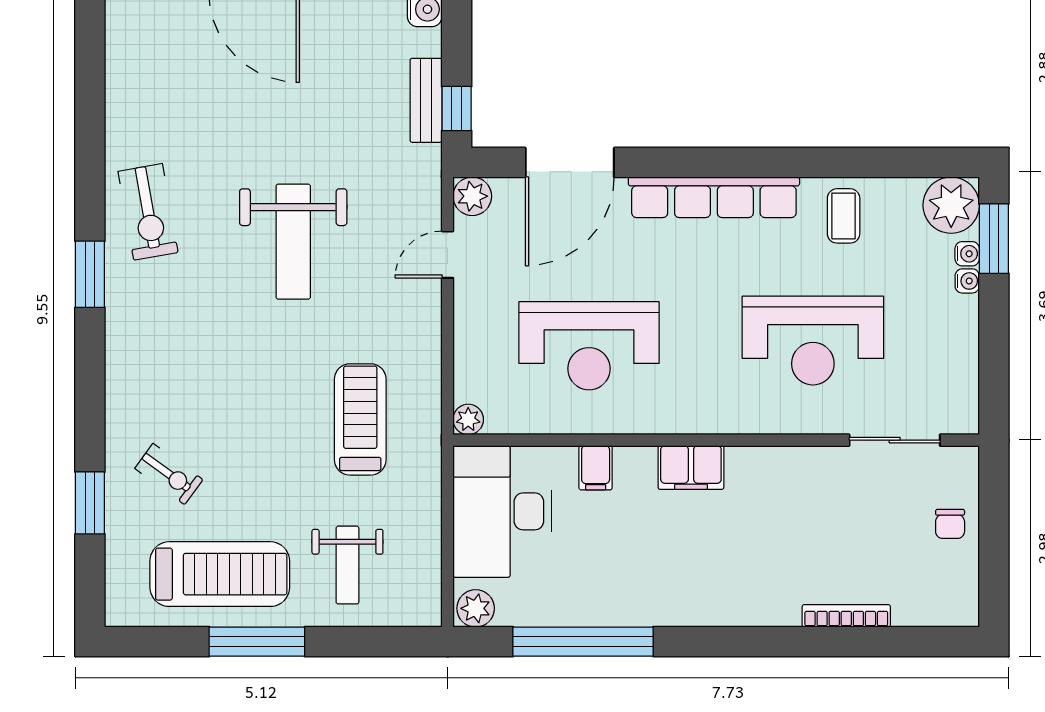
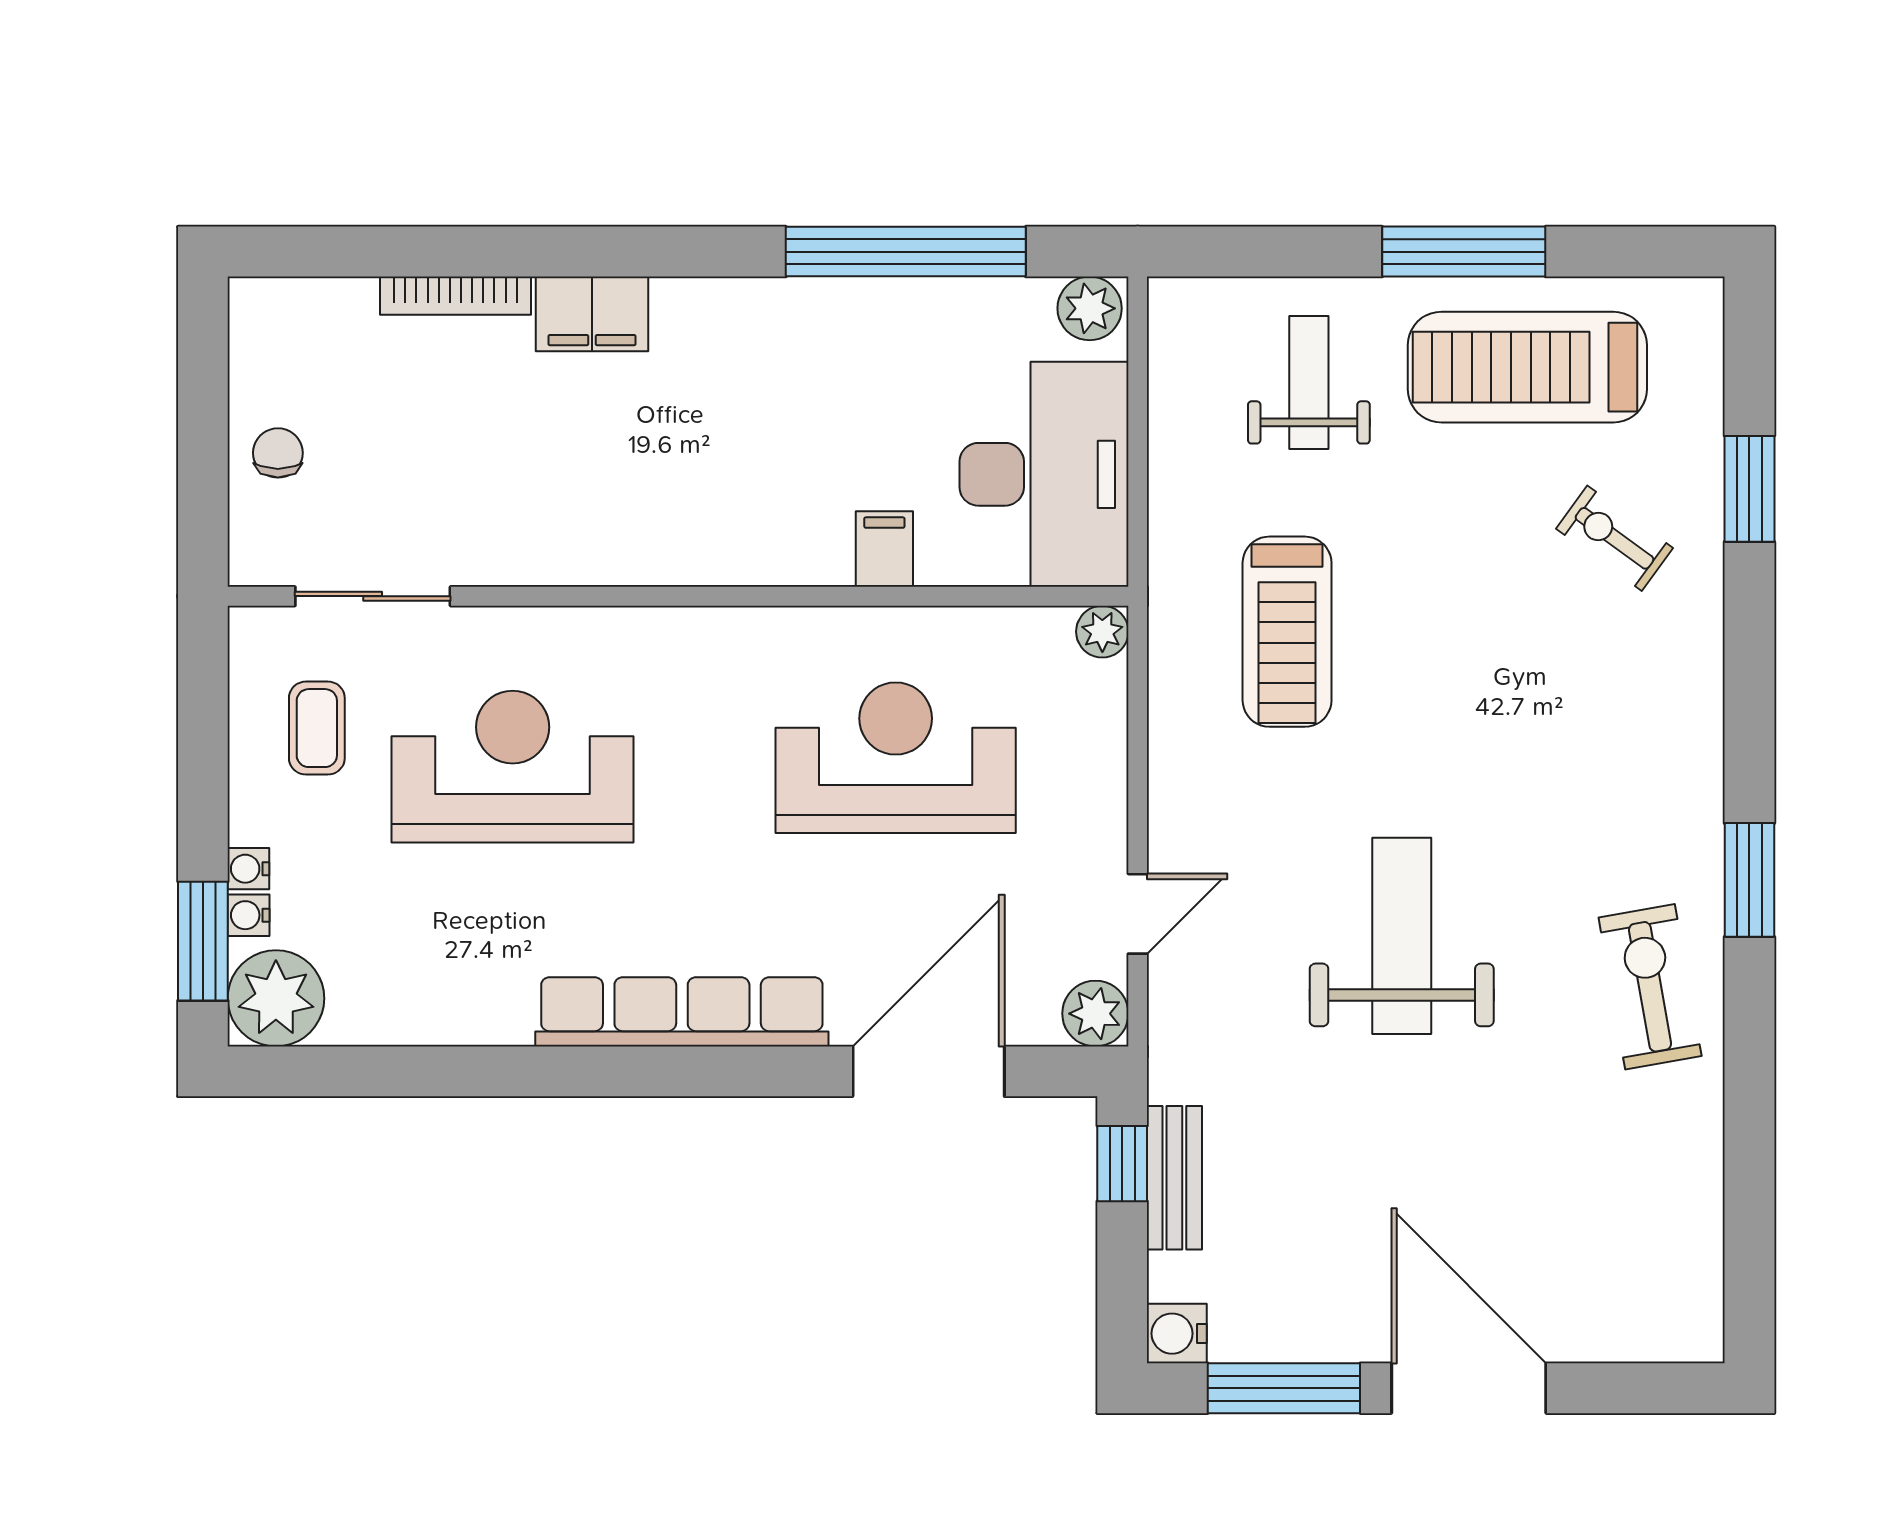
coffee table: (844, 216) -> (317, 728), moved
filing cabinet: (691, 468) -> (592, 314), moved, turned 180

